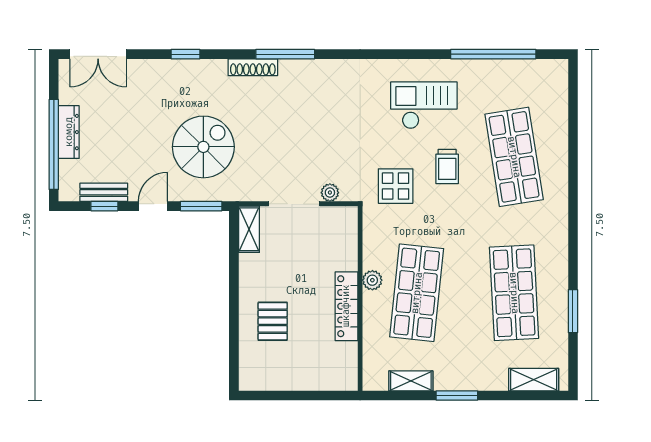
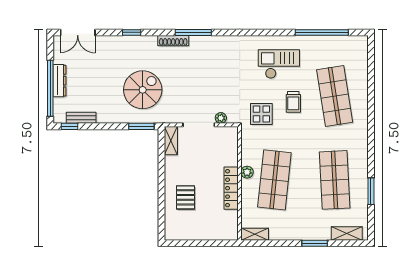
window: (104, 206) -> (69, 126), moved
door: (153, 206) -> (112, 126), removed
shelving: (411, 381) -> (255, 234), moved
window: (457, 396) -> (315, 243), moved

